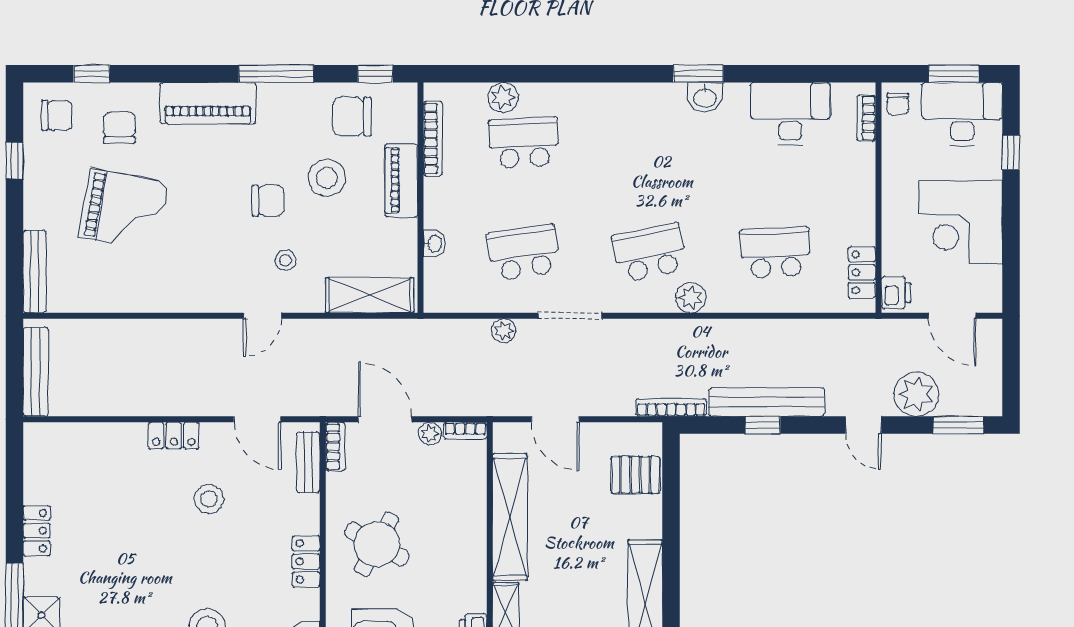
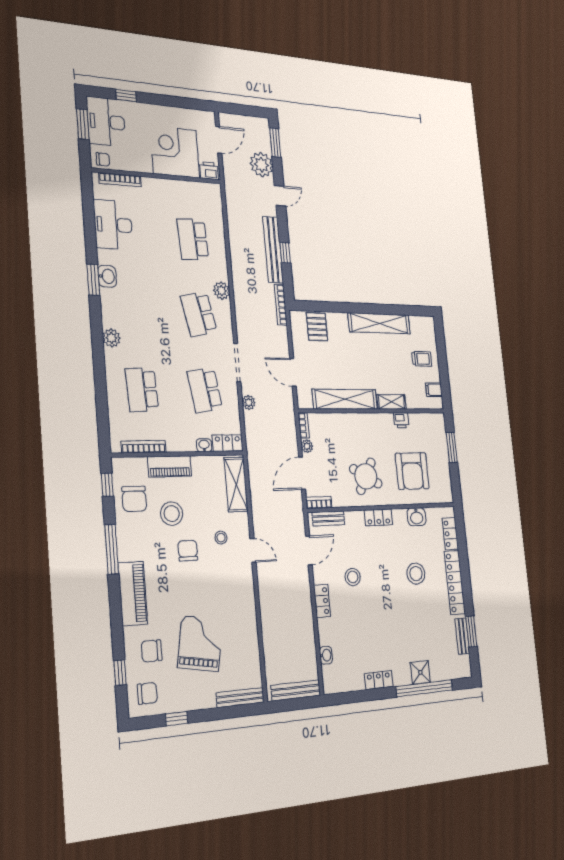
plant: (503, 97) -> (111, 338), moved
chair: (57, 115) -> (147, 693), turned 90
bookcase: (866, 118) -> (120, 180), width x1.56
corner desk: (961, 222) -> (175, 152), moved, turned 180
locker: (862, 272) -> (228, 443), moved, turned 180
door: (555, 419) -> (293, 372), swing flipped
washbasin: (86, 434) -> (326, 655), added

